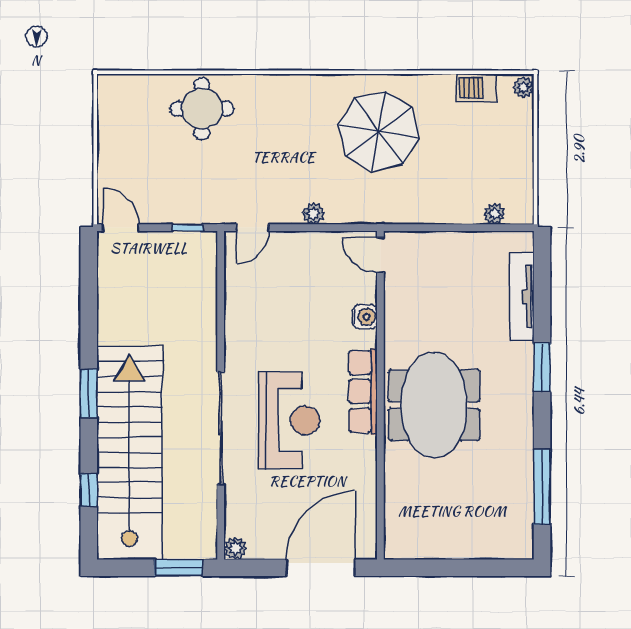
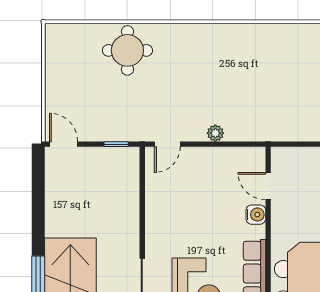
parasol: (379, 131) -> (267, 68), removed
door: (380, 255) -> (268, 186), moved

